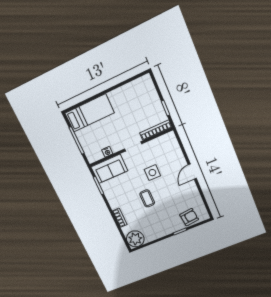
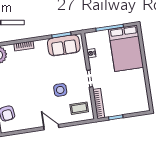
bed: (89, 113) -> (126, 48), width x1.50
sofa: (109, 169) -> (64, 45), moved, turned -90
coffee table: (147, 198) -> (79, 108), moved

